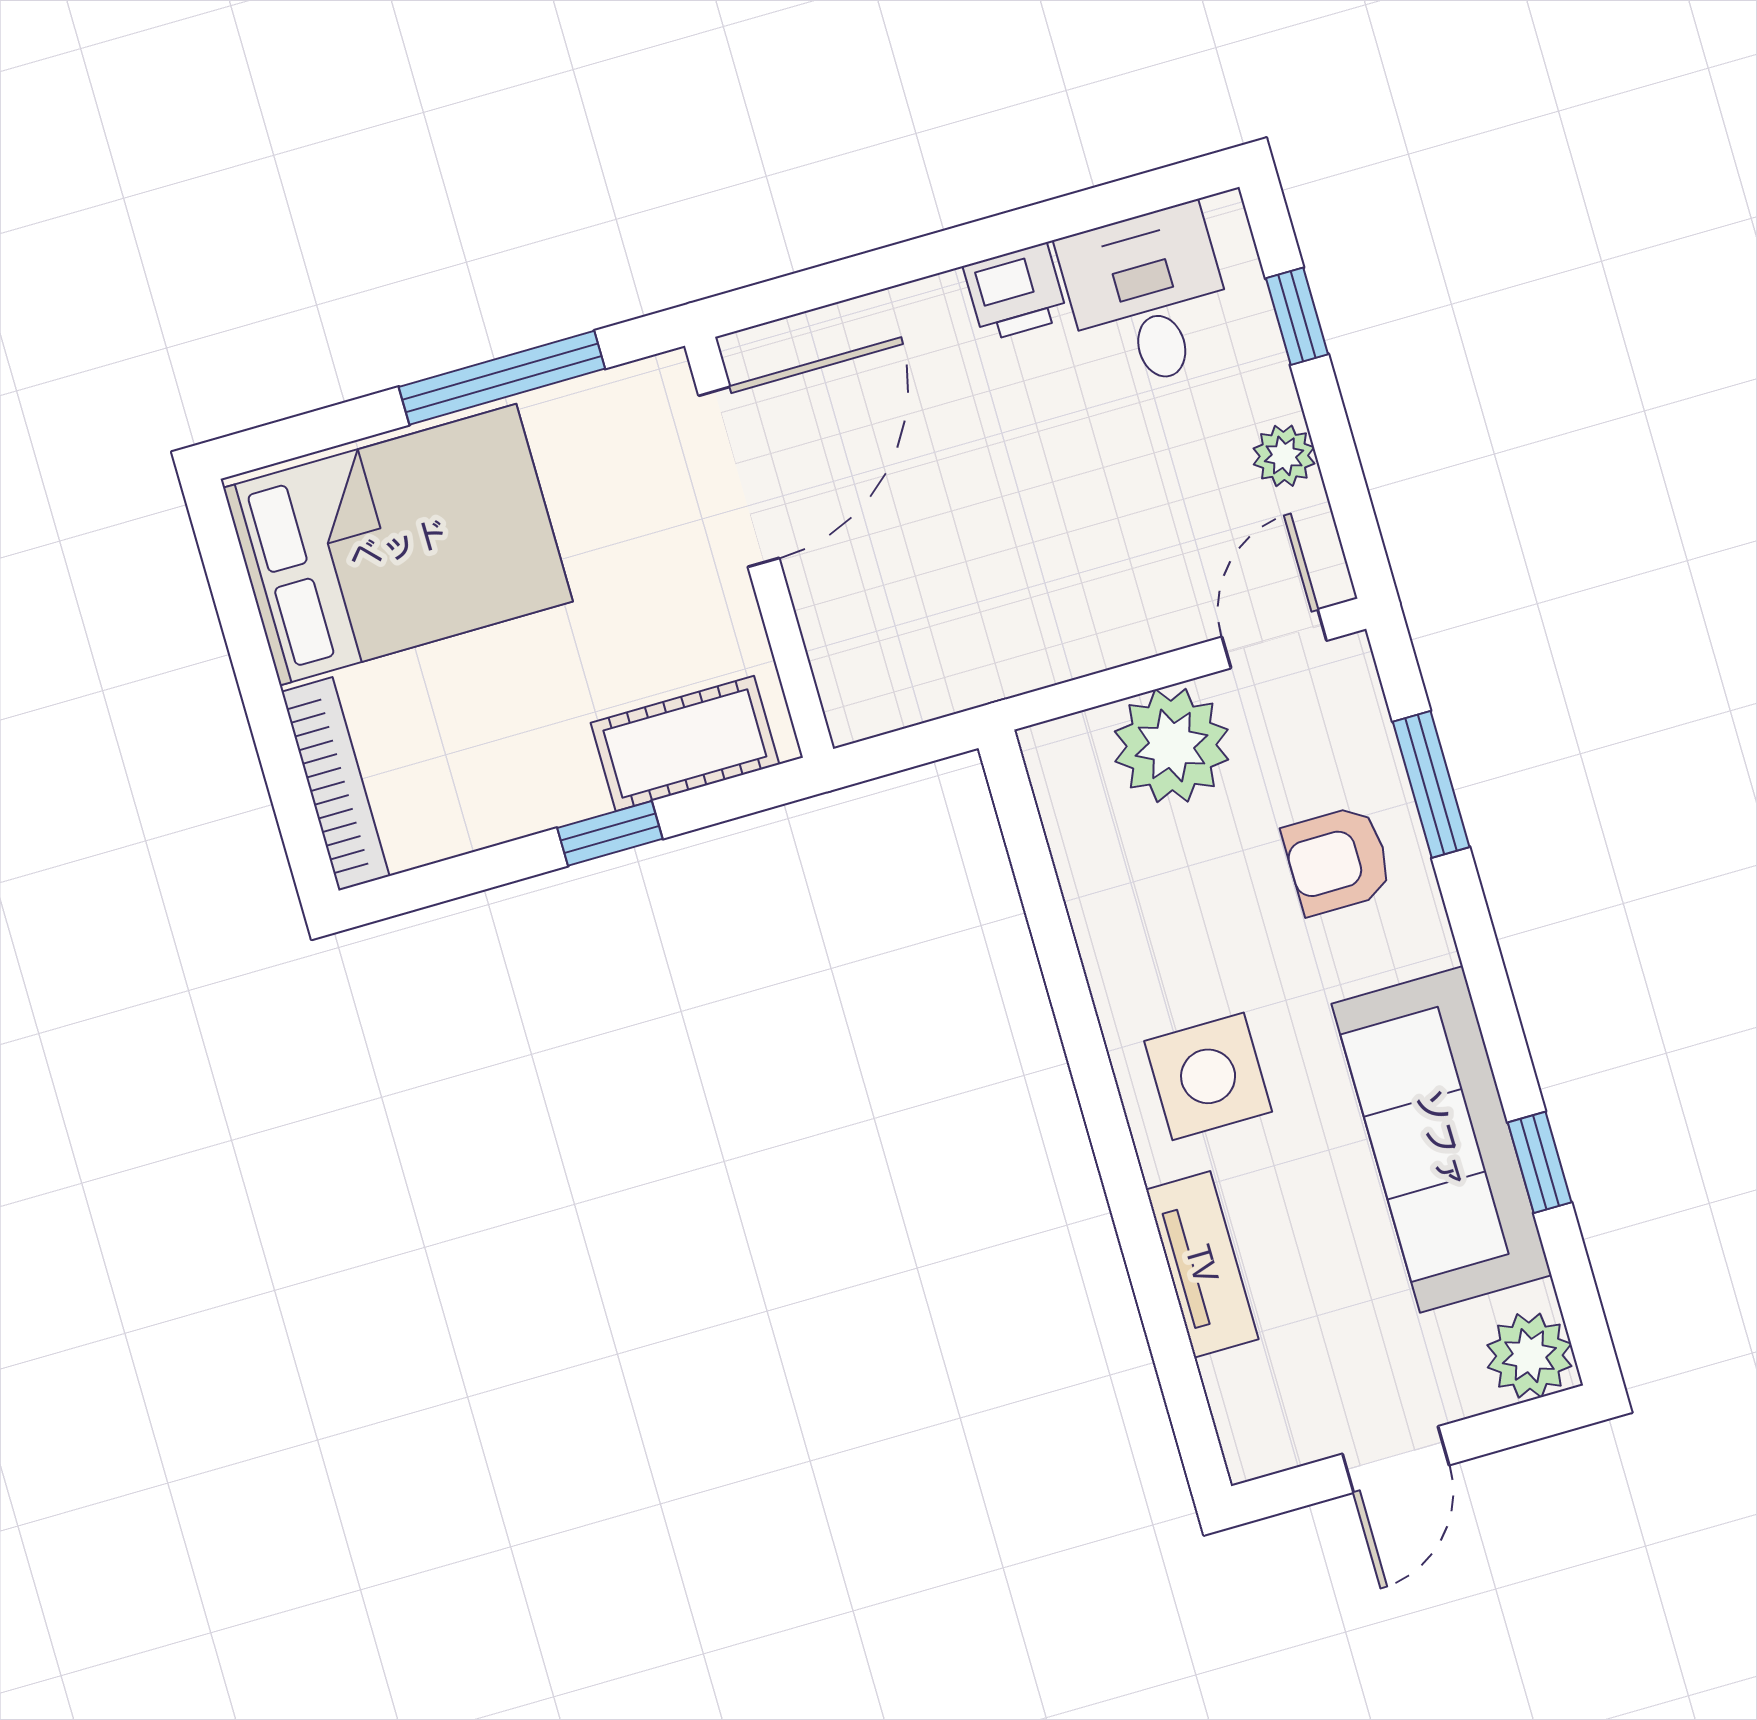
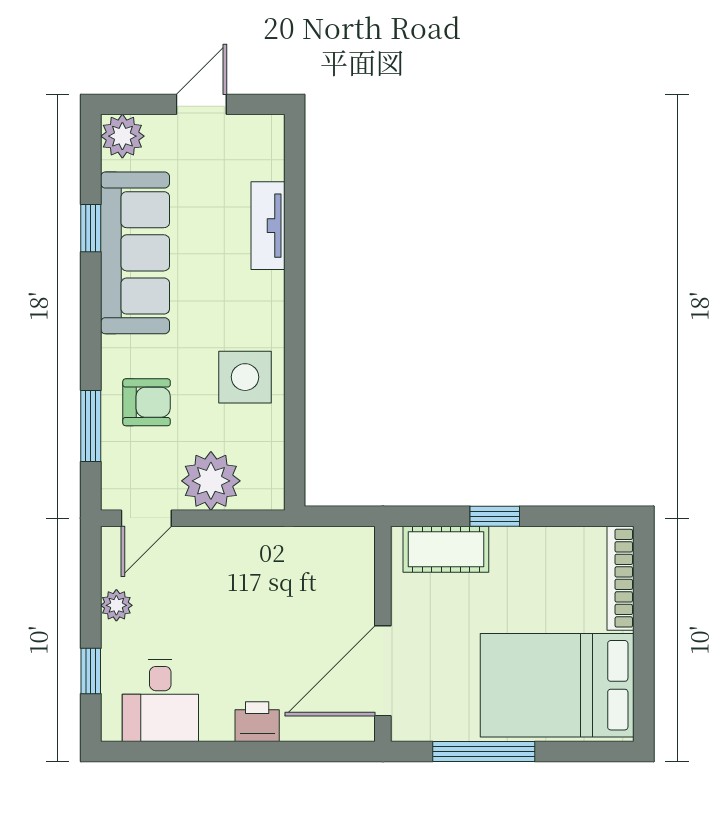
printer: (1016, 292) -> (257, 722), moved
side table: (1208, 1076) -> (245, 377), moved

